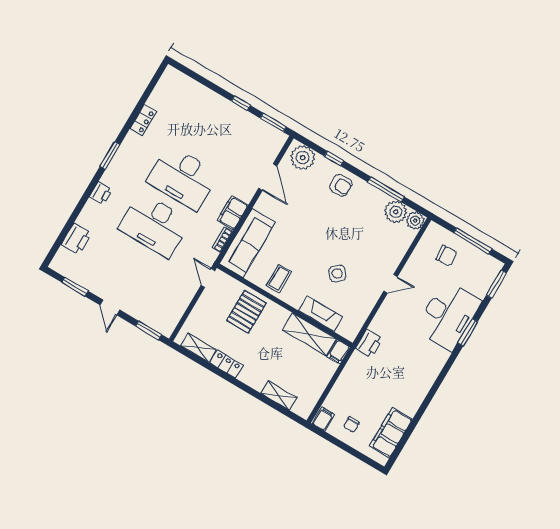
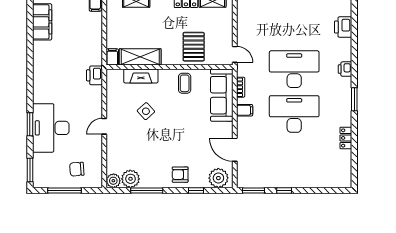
filing cabinet: (233, 213) -> (245, 110), width x0.50
chair: (351, 424) -> (73, 11), removed

